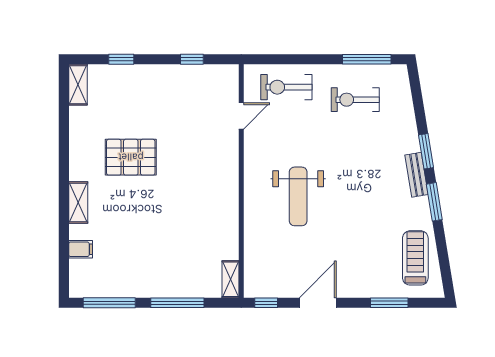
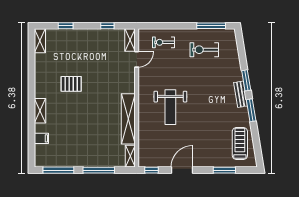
shelving: (230, 83) -> (130, 40), added
exercise bike: (286, 87) -> (163, 42), width x0.73, depth x0.72
pallet: (131, 157) -> (71, 84), width x0.67, depth x0.71
shelving: (227, 216) -> (128, 119), added

